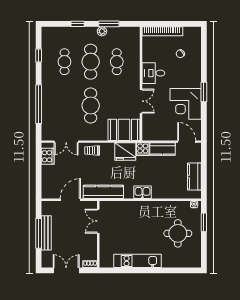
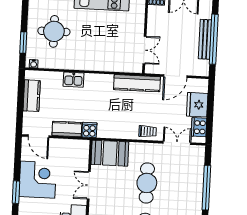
fridge: (125, 152) -> (197, 105), moved, turned -90
kitchen sink: (142, 192) -> (73, 80), moved
window: (39, 233) -> (214, 39), width x1.46

